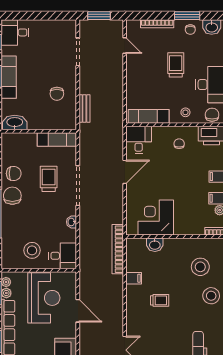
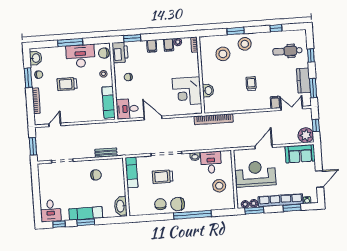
desk: (63, 256) -> (211, 162), moved
filing cabinet: (134, 278) -> (275, 102), moved

